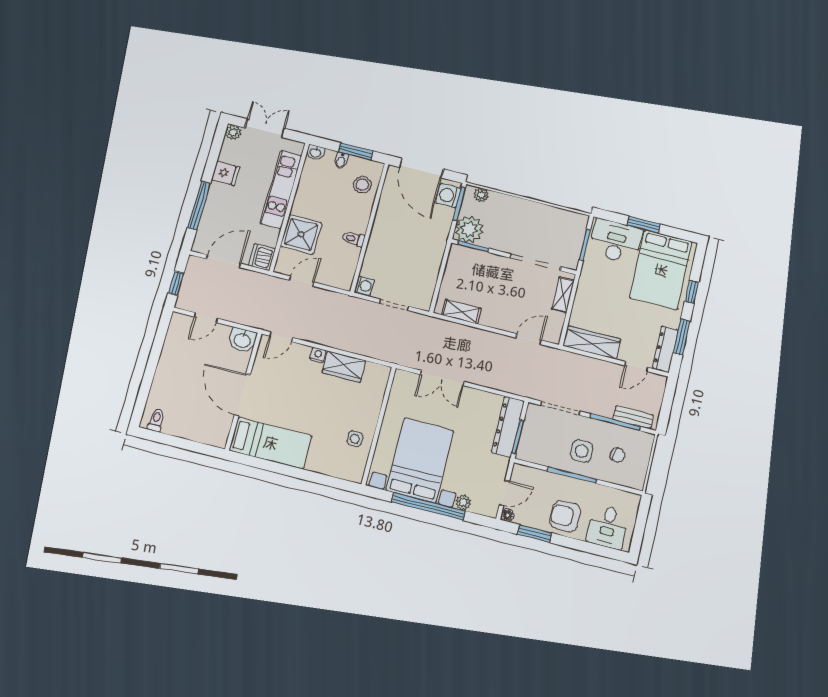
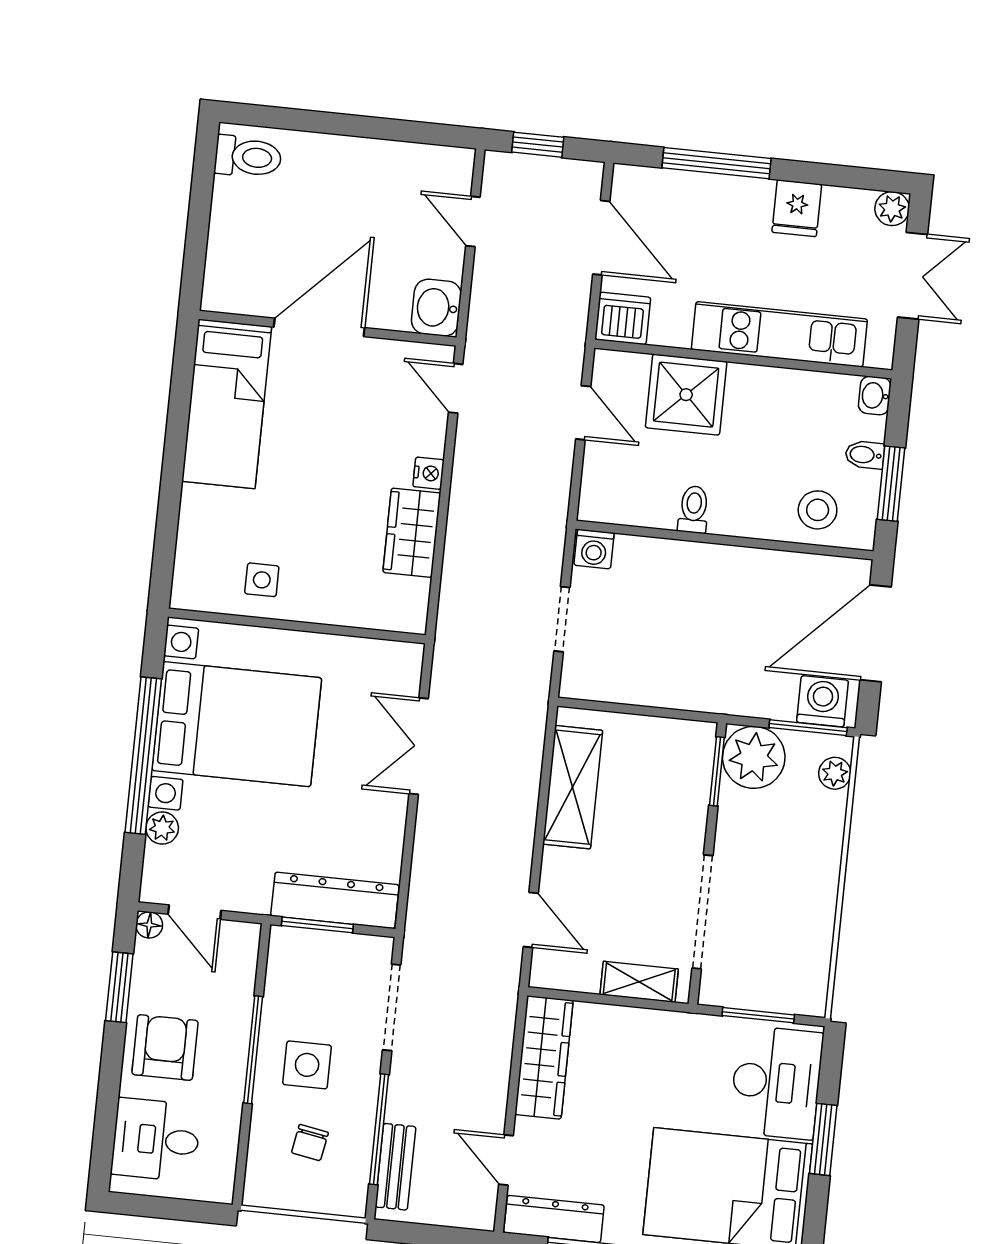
shelving: (461, 312) -> (573, 787), width x1.50, depth x1.33
toilet: (156, 420) -> (248, 157), width x1.37, depth x1.39

